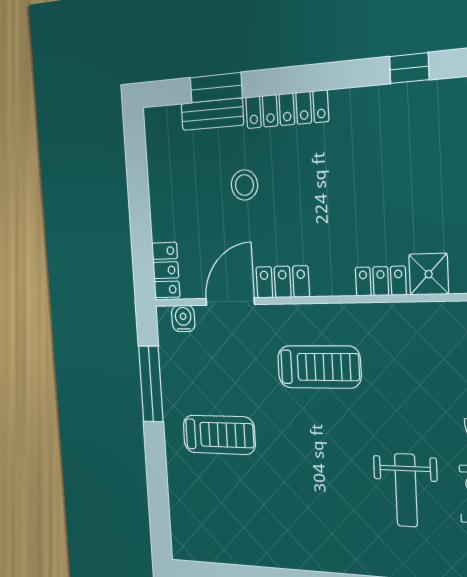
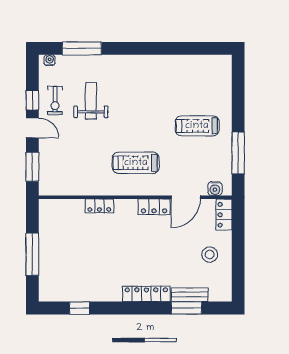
stool: (244, 185) -> (210, 255), moved
shower: (429, 274) -> (74, 209), removed

